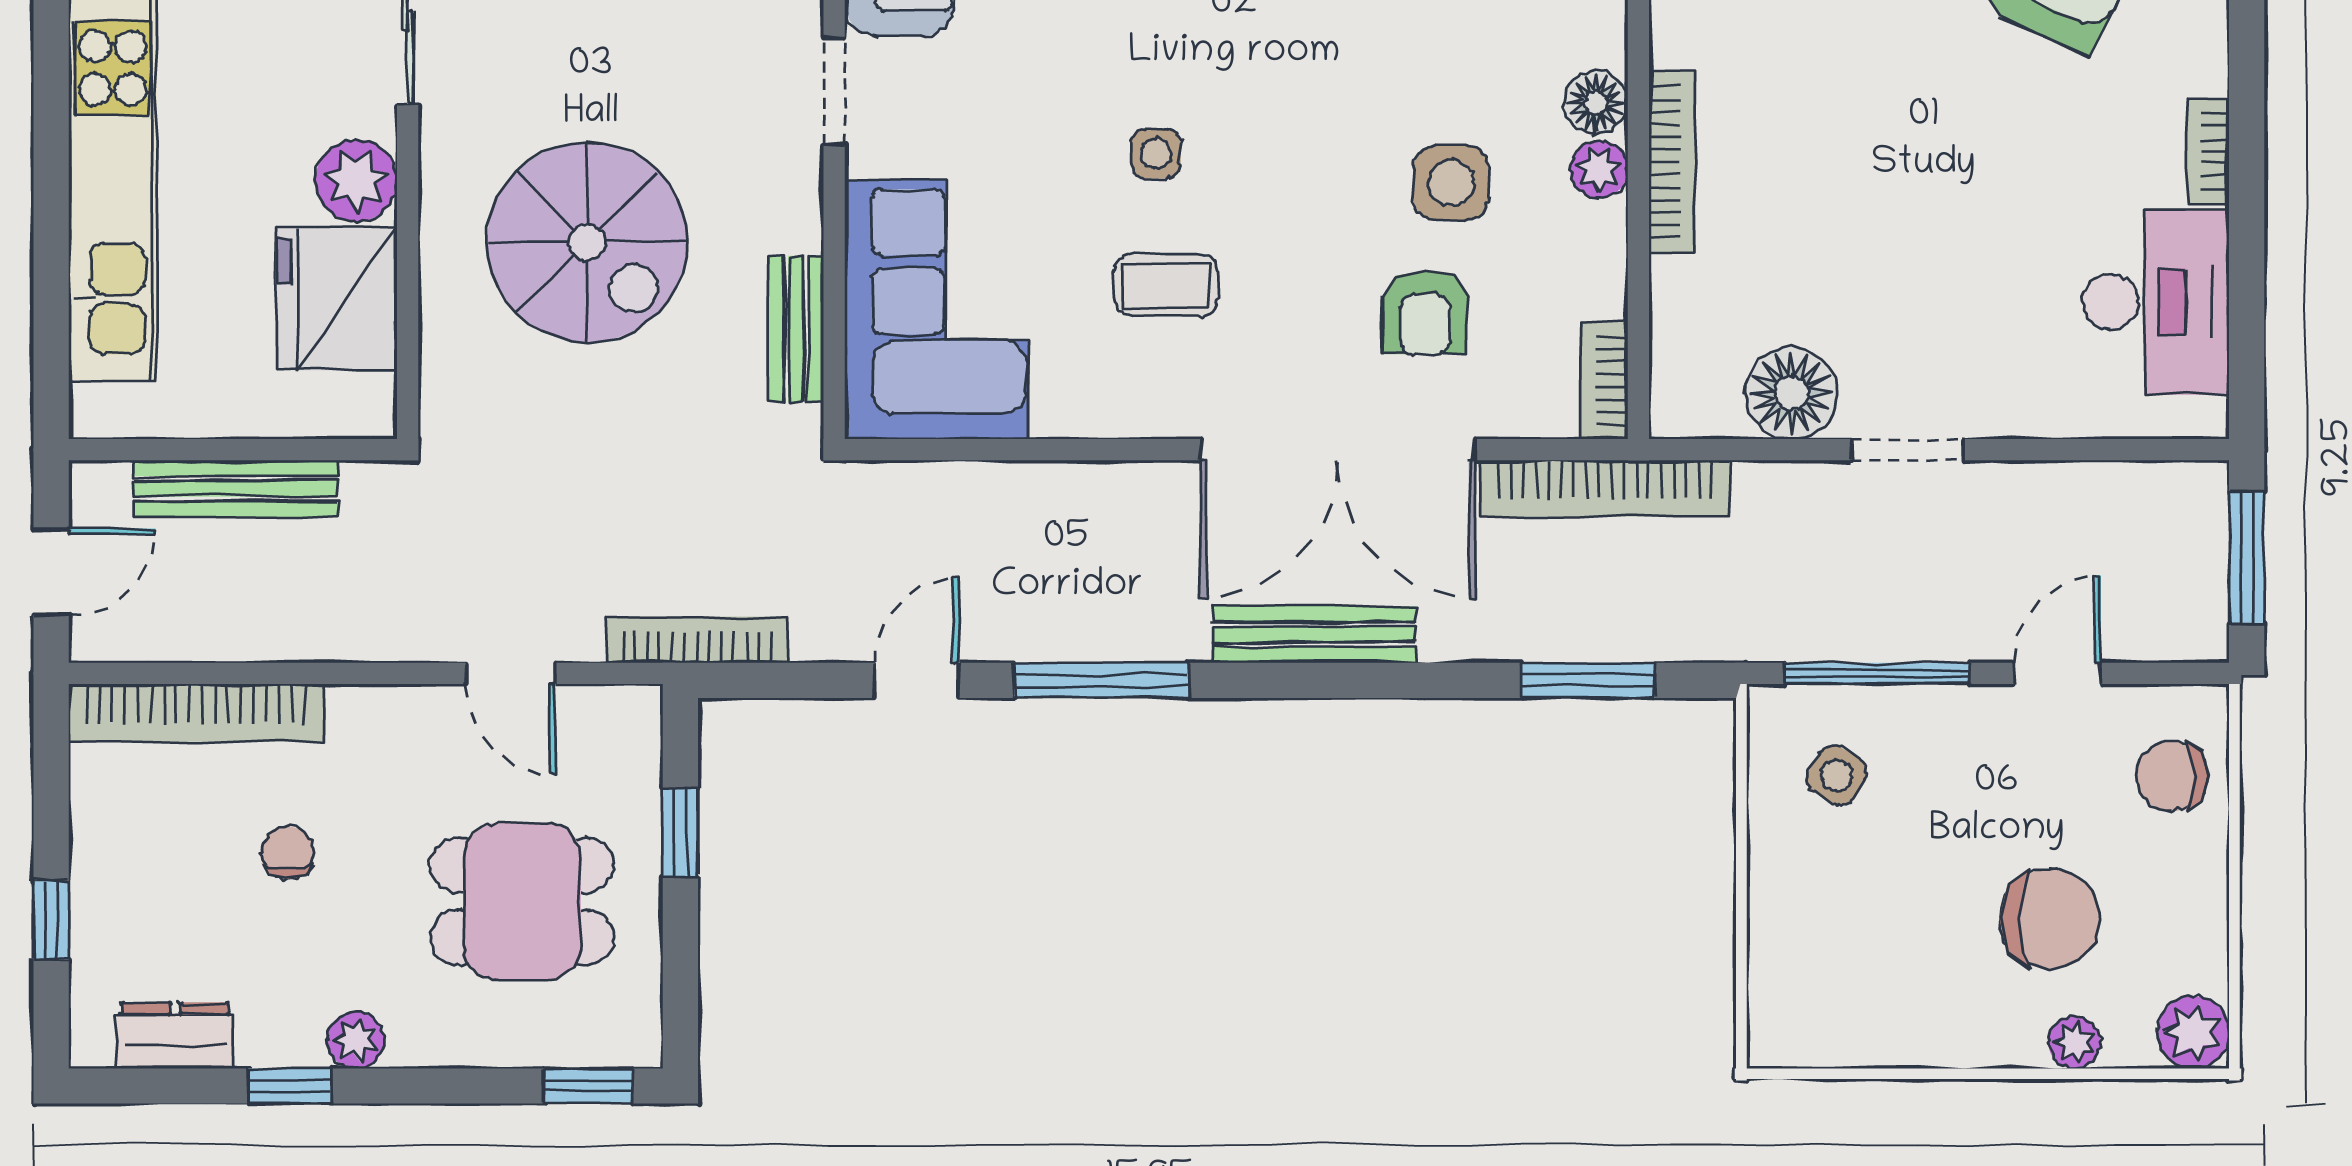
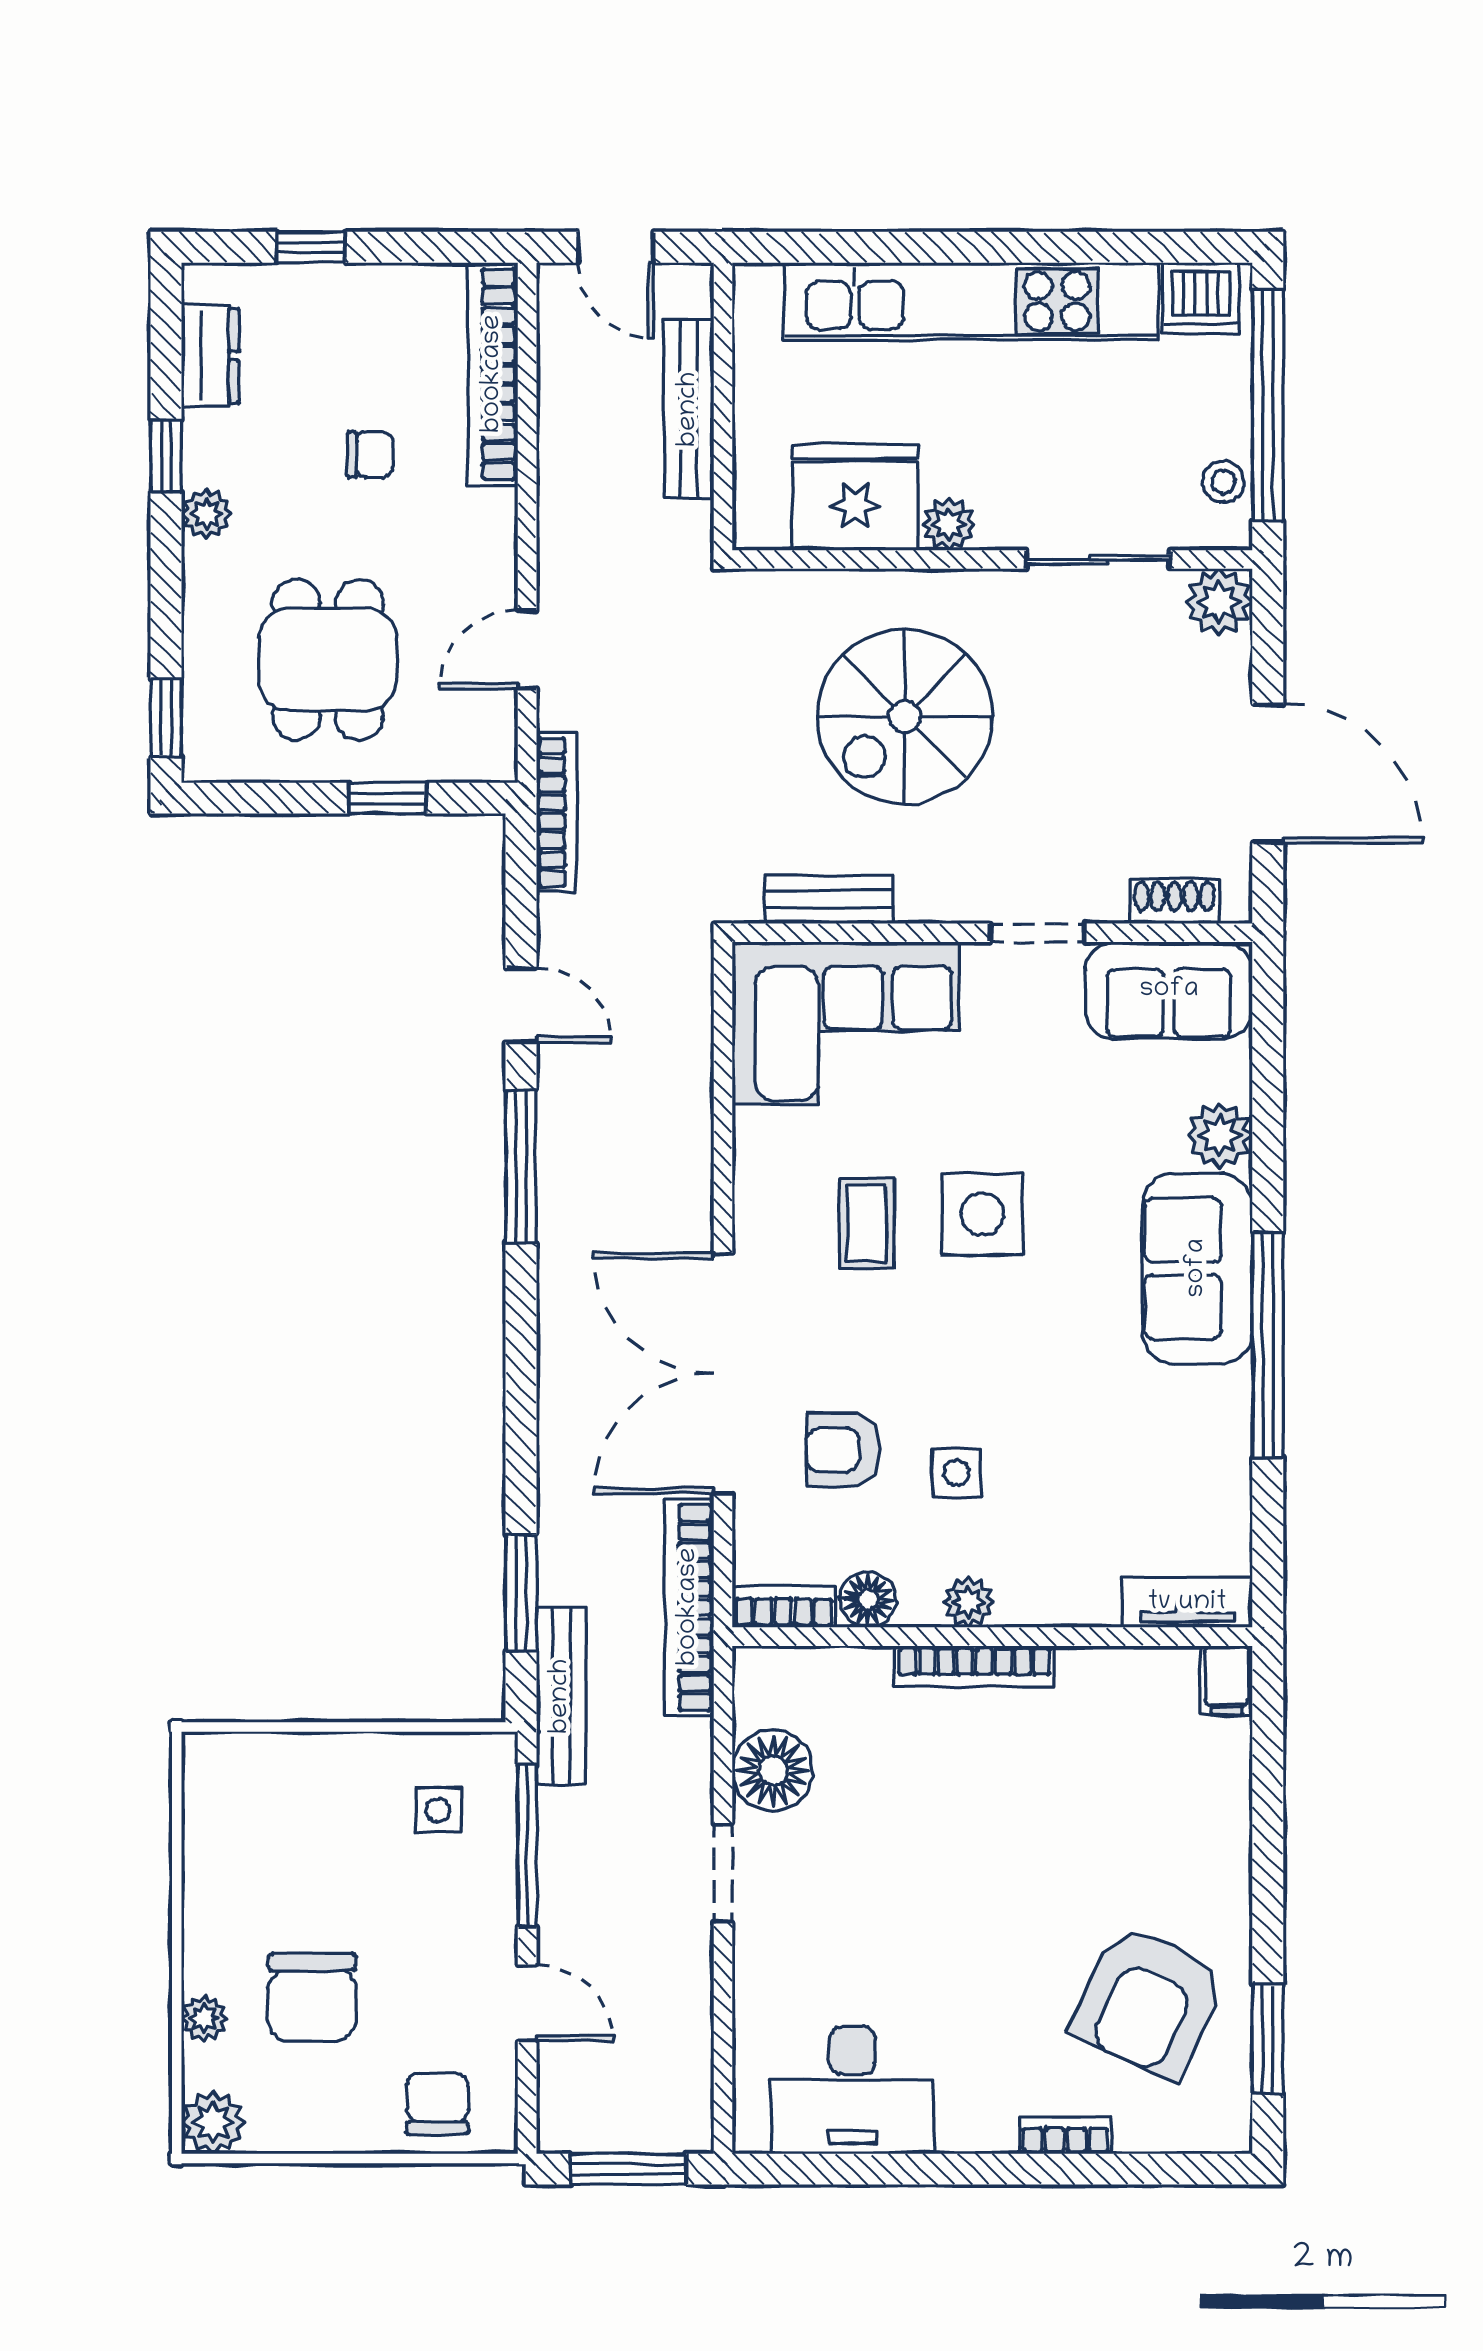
floor lamp: (1596, 103) -> (868, 1599), moved
bookcase: (2208, 151) -> (1066, 2136), moved
side table: (1156, 153) -> (982, 1214), width x1.87, depth x1.87
plant: (356, 181) -> (949, 524), width x0.73, depth x0.73
side table: (1451, 183) -> (957, 1473), width x0.73, depth x0.73
bench: (1314, 635) -> (561, 1696), moved
side table: (1837, 775) -> (438, 1810), turned -31

